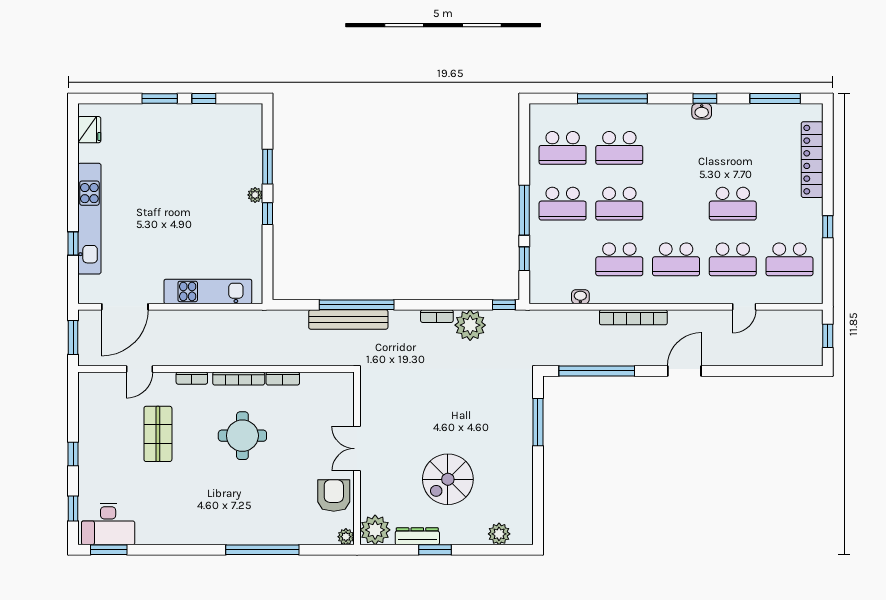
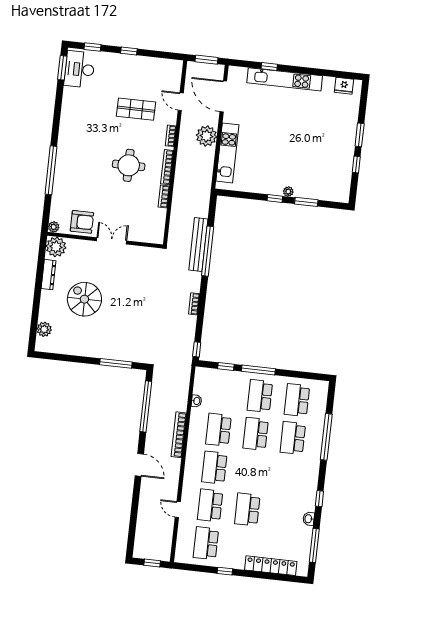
washbasin: (702, 111) -> (309, 519), moved
plant: (470, 325) -> (206, 136), moved
window: (435, 550) -> (38, 285), removed

